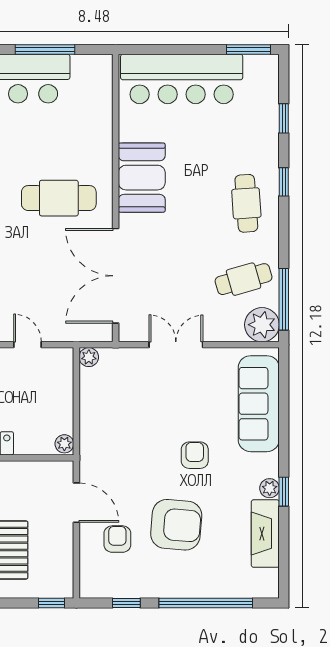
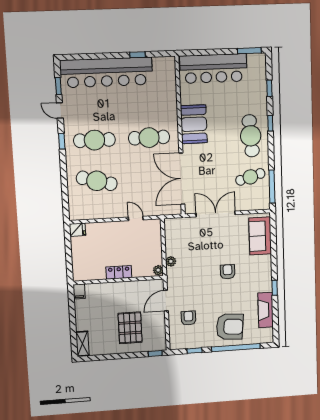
window: (45, 50) -> (138, 55), width x0.46
cafe table: (246, 203) -> (251, 136), width x1.37, depth x1.35
plant: (262, 325) -> (261, 201), removed
double door: (176, 345) -> (216, 214), width x1.37
plant: (89, 357) -> (171, 261), moved
sofa: (259, 404) -> (260, 236), width x0.73
plant: (270, 488) -> (267, 286), removed
door: (76, 503) -> (166, 301), swing flipped
armchair: (176, 525) -> (230, 327), moved

